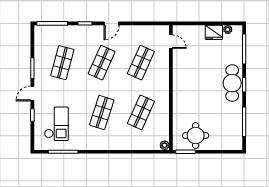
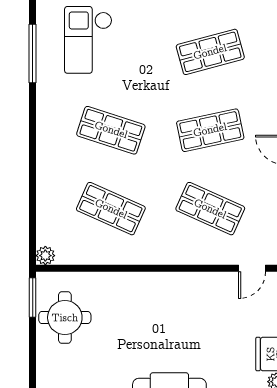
shop shelf: (62, 63) -> (210, 52), turned -30
shop shelf: (102, 63) -> (210, 130), turned -36
checkout: (56, 124) -> (88, 40), turned 90

